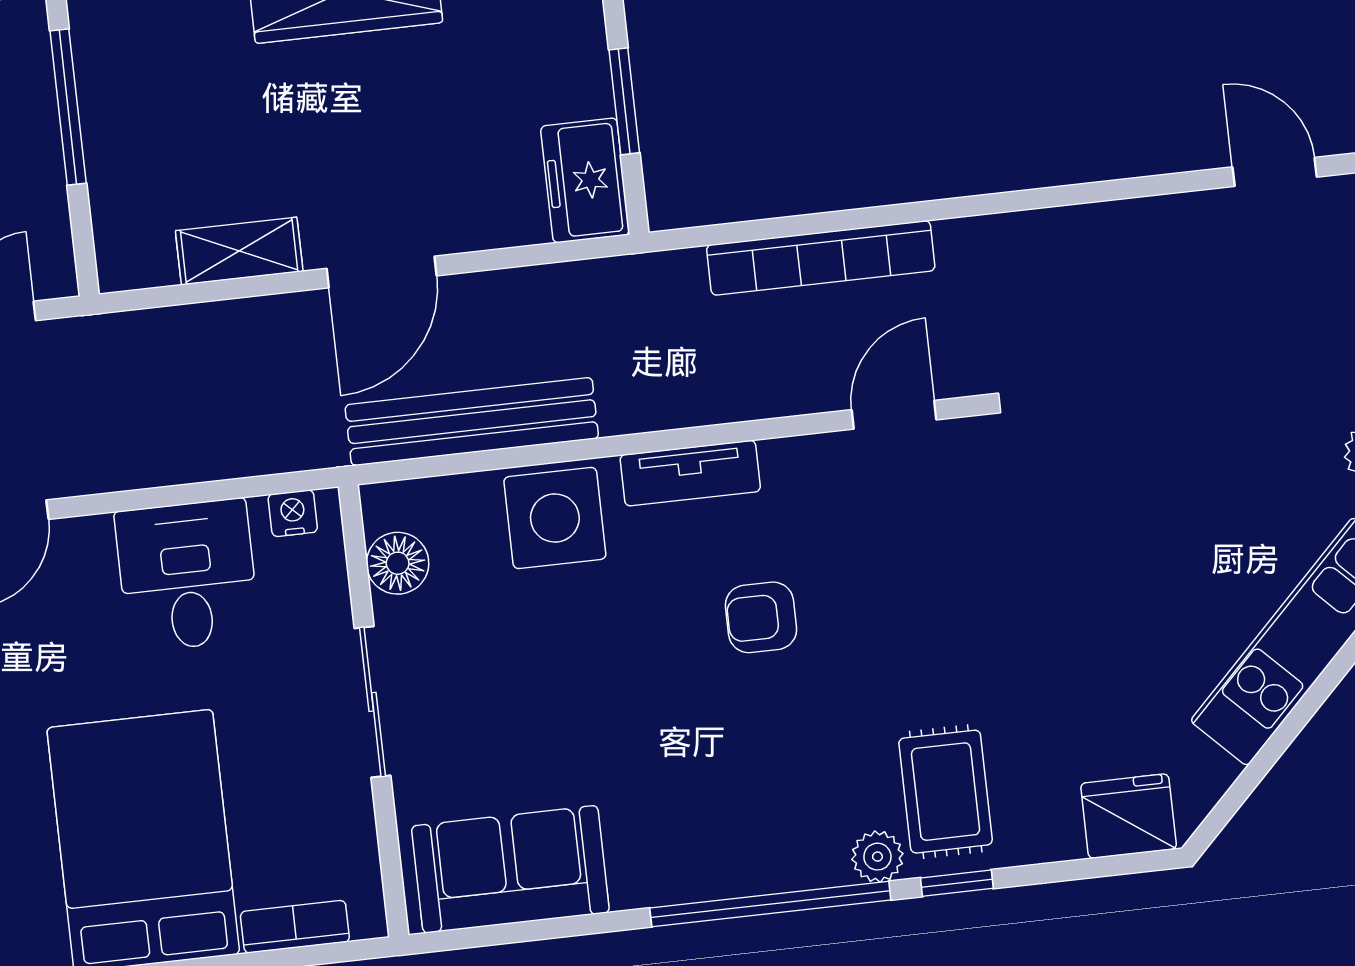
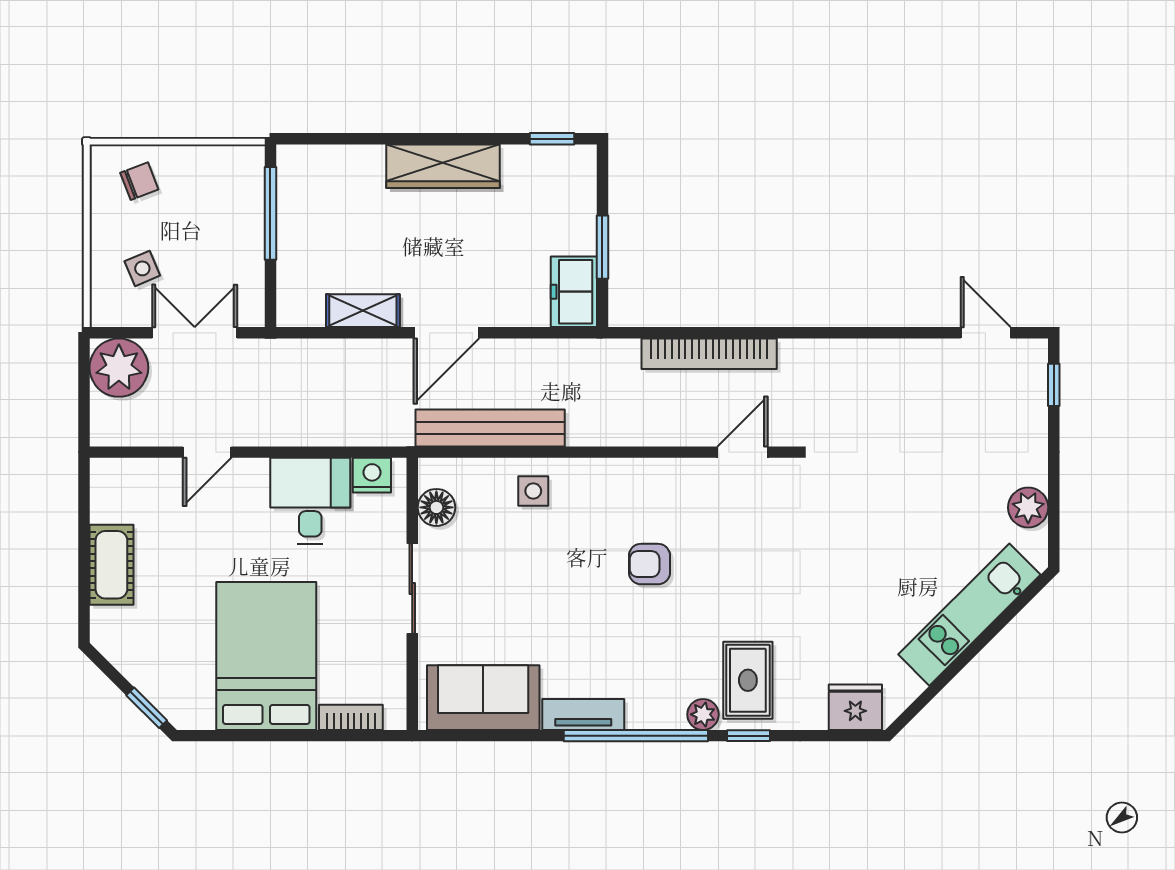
tv unit: (690, 473) -> (583, 714), moved, turned 180
nightstand: (293, 513) -> (372, 475), width x1.39, depth x1.35
side table: (555, 518) -> (533, 491), width x0.54, depth x0.54

